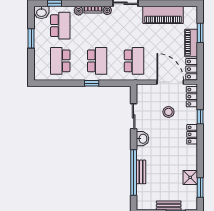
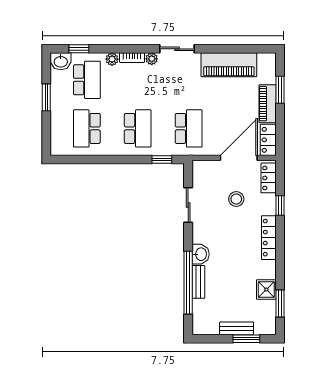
door: (170, 82) -> (239, 158), hinge flipped
window: (92, 83) -> (162, 159), moved
locker: (192, 134) -> (269, 238), width x1.53
washbasin: (143, 139) -> (201, 254), moved

